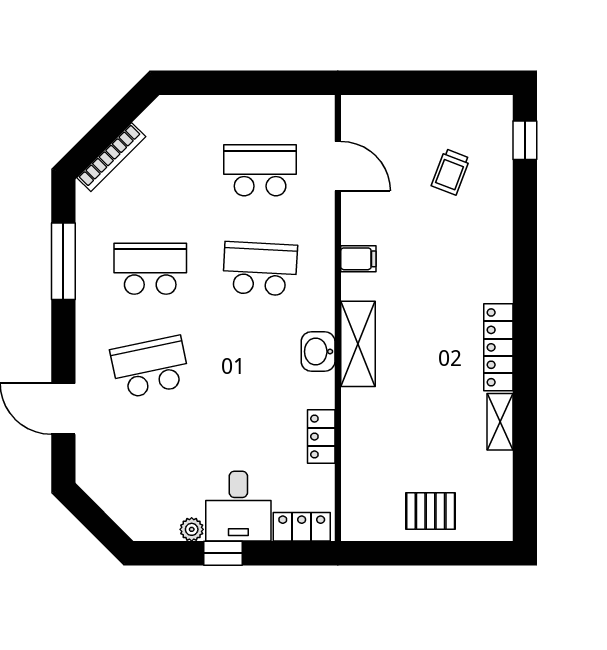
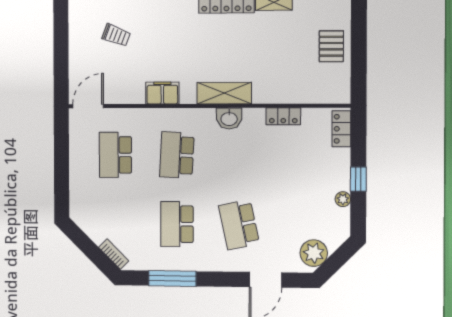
bookcase: (111, 157) -> (114, 254), width x0.64
door: (338, 166) -> (88, 106), moved
filing cabinet: (358, 259) -> (162, 93), width x2.00
plant: (107, 484) -> (314, 253), added
desk: (238, 506) -> (328, 169), removed

